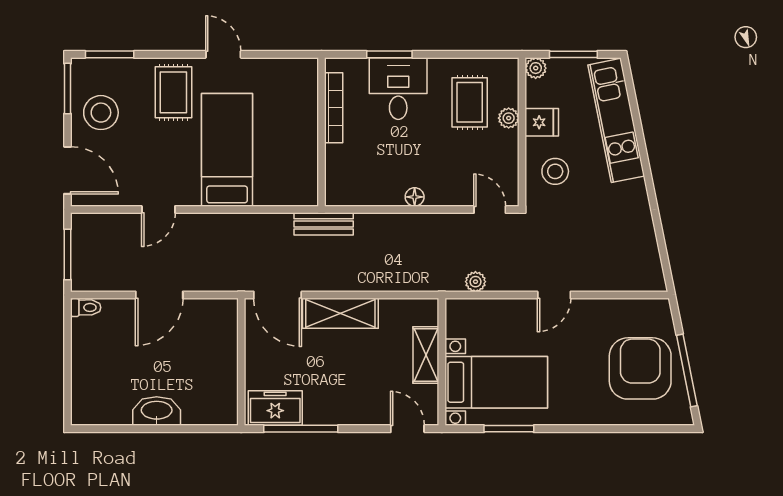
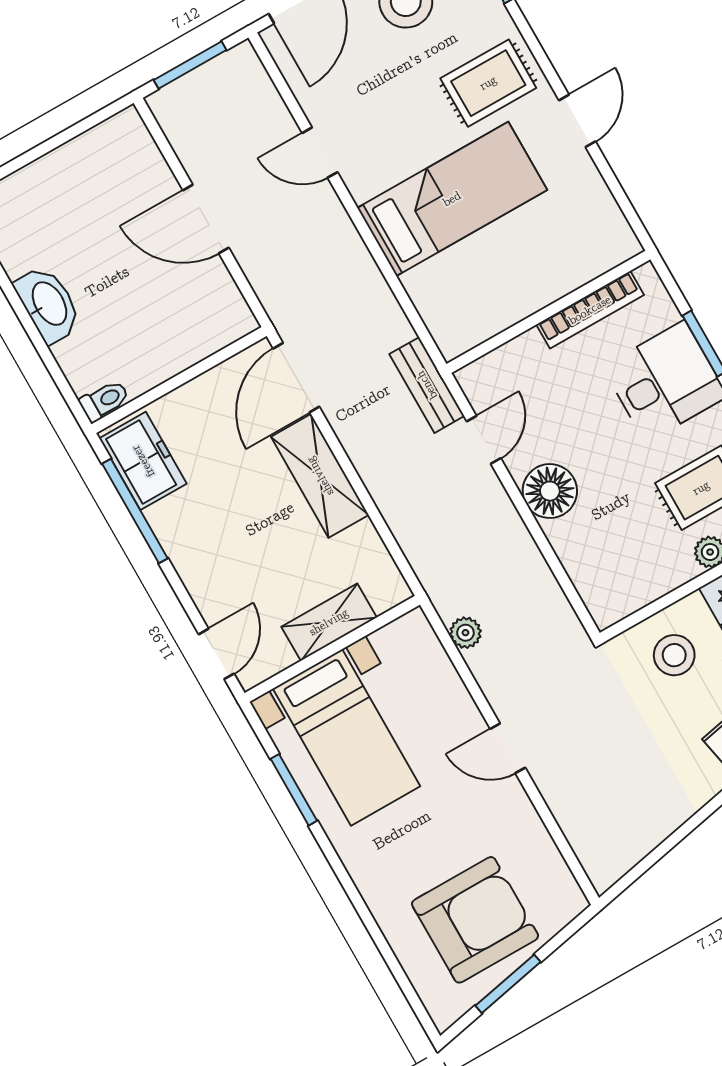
floor lamp: (415, 197) -> (550, 491), width x1.89, depth x1.89
door: (490, 209) -> (484, 440), moved
toilet: (86, 307) -> (104, 401), moved, turned -90
window: (687, 371) -> (508, 984), width x0.69

